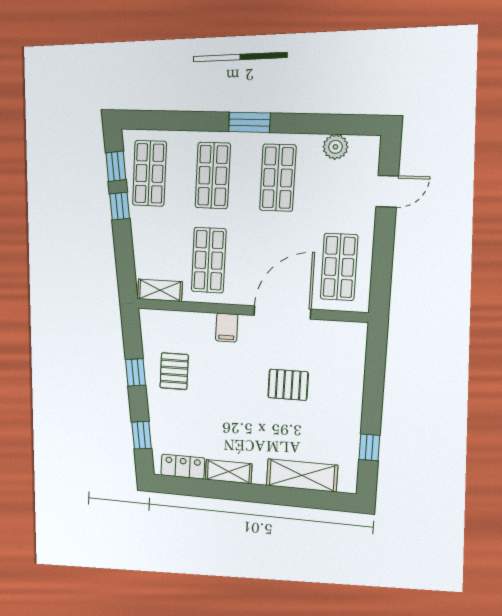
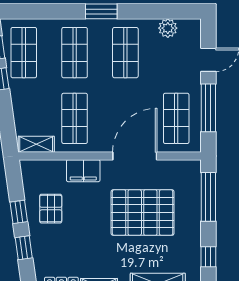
window: (383, 255) -> (208, 108), added
filing cabinet: (227, 328) -> (83, 171), width x2.00
window: (375, 371) -> (208, 197), added
pallet: (288, 385) -> (143, 213), width x2.05, depth x2.00
window: (142, 435) -> (24, 248), moved

